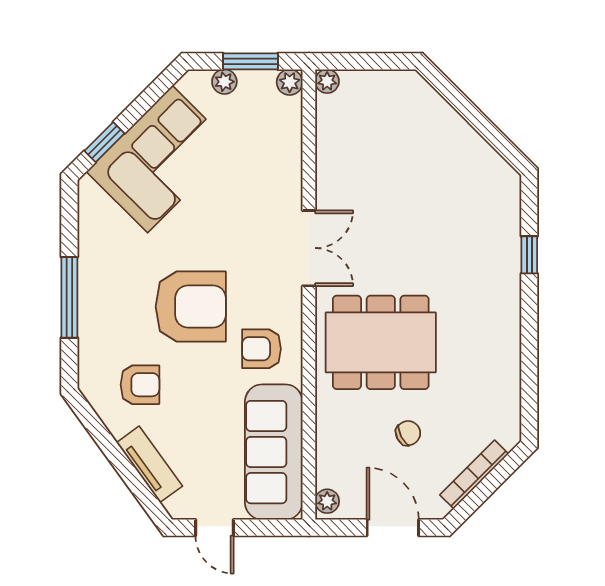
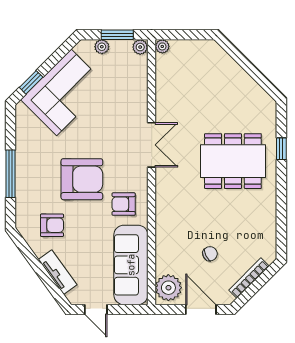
dining table: (381, 342) -> (233, 161), moved
plant: (327, 501) -> (168, 288), width x1.88, depth x1.88

